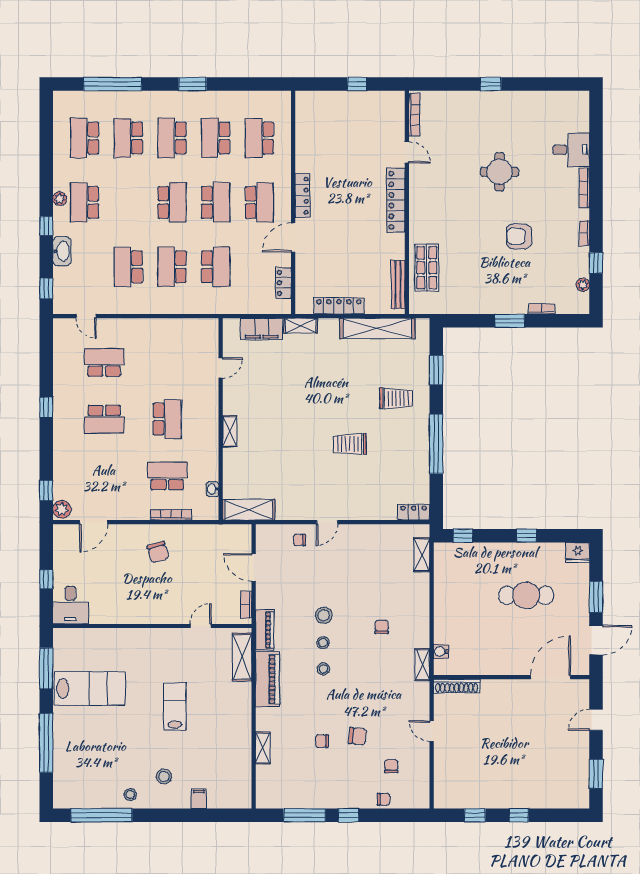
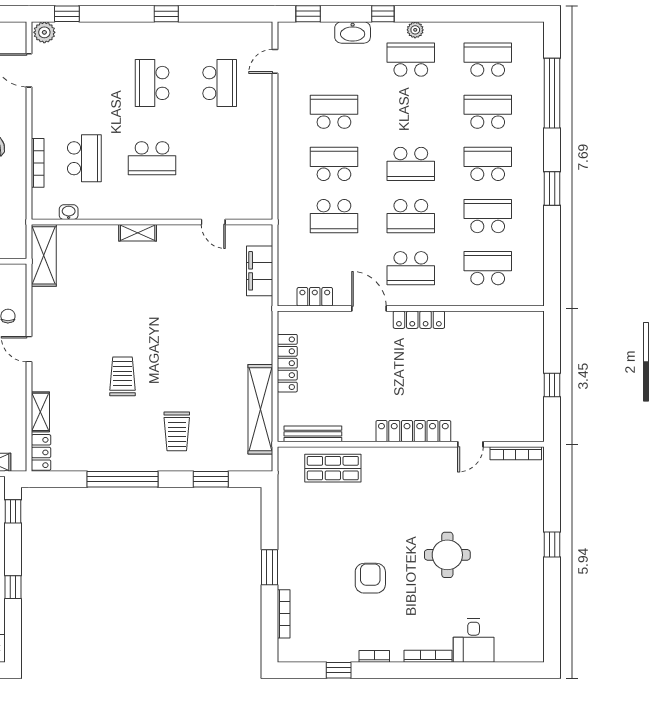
plant: (583, 285) -> (313, 654), removed
bookcase: (542, 309) -> (284, 614), width x1.56
shelving: (301, 326) -> (40, 412), moved

